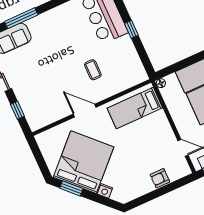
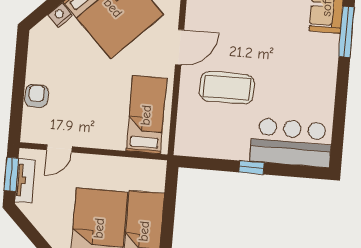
coffee table: (93, 70) -> (227, 88), width x1.86, depth x1.72
floor lamp: (161, 83) -> (160, 167), removed

